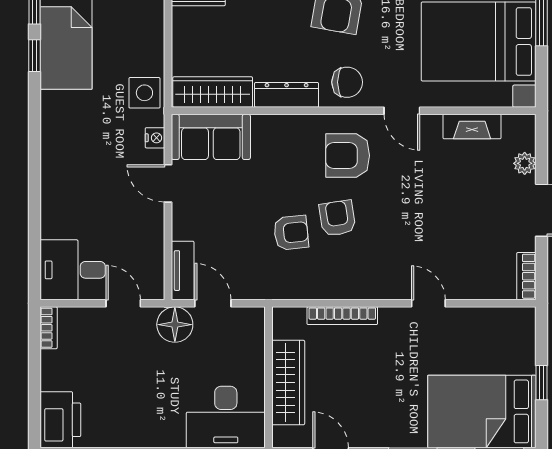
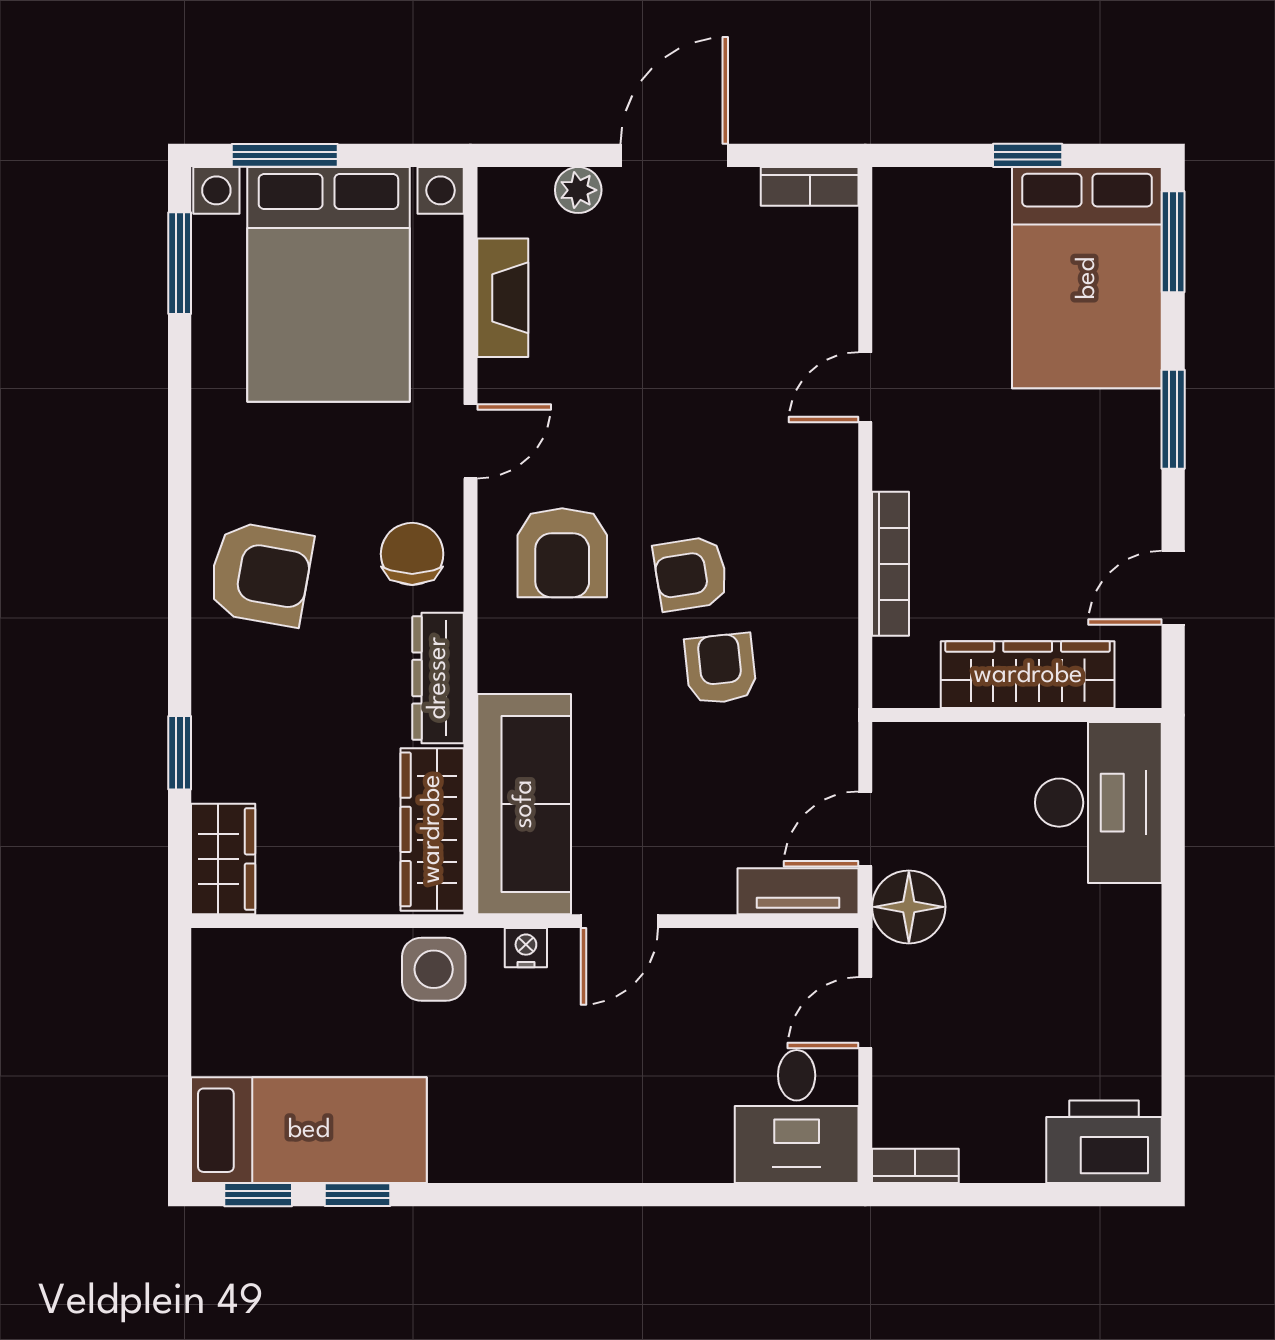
sofa: (211, 137) -> (524, 804), width x1.36

